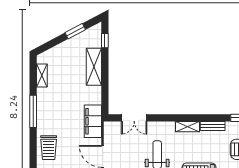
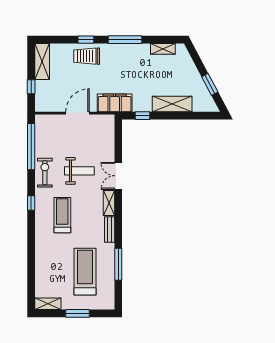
window: (105, 41) -> (143, 116), moved
double door: (134, 118) -> (118, 176), moved
window: (33, 148) -> (86, 40), added

